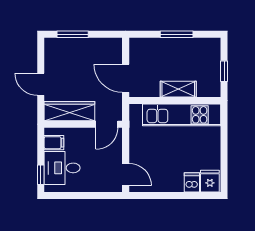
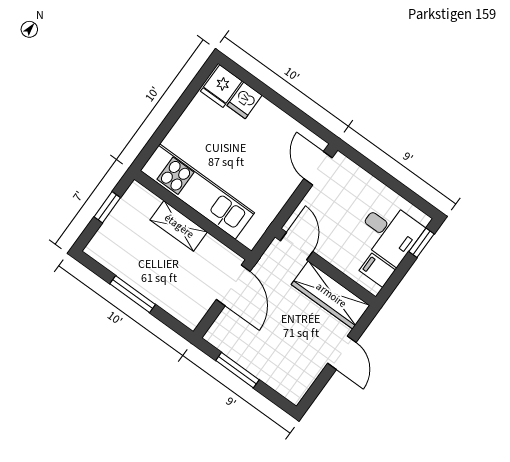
window: (73, 34) -> (237, 370), moved
door: (107, 124) -> (297, 246), hinge flipped

